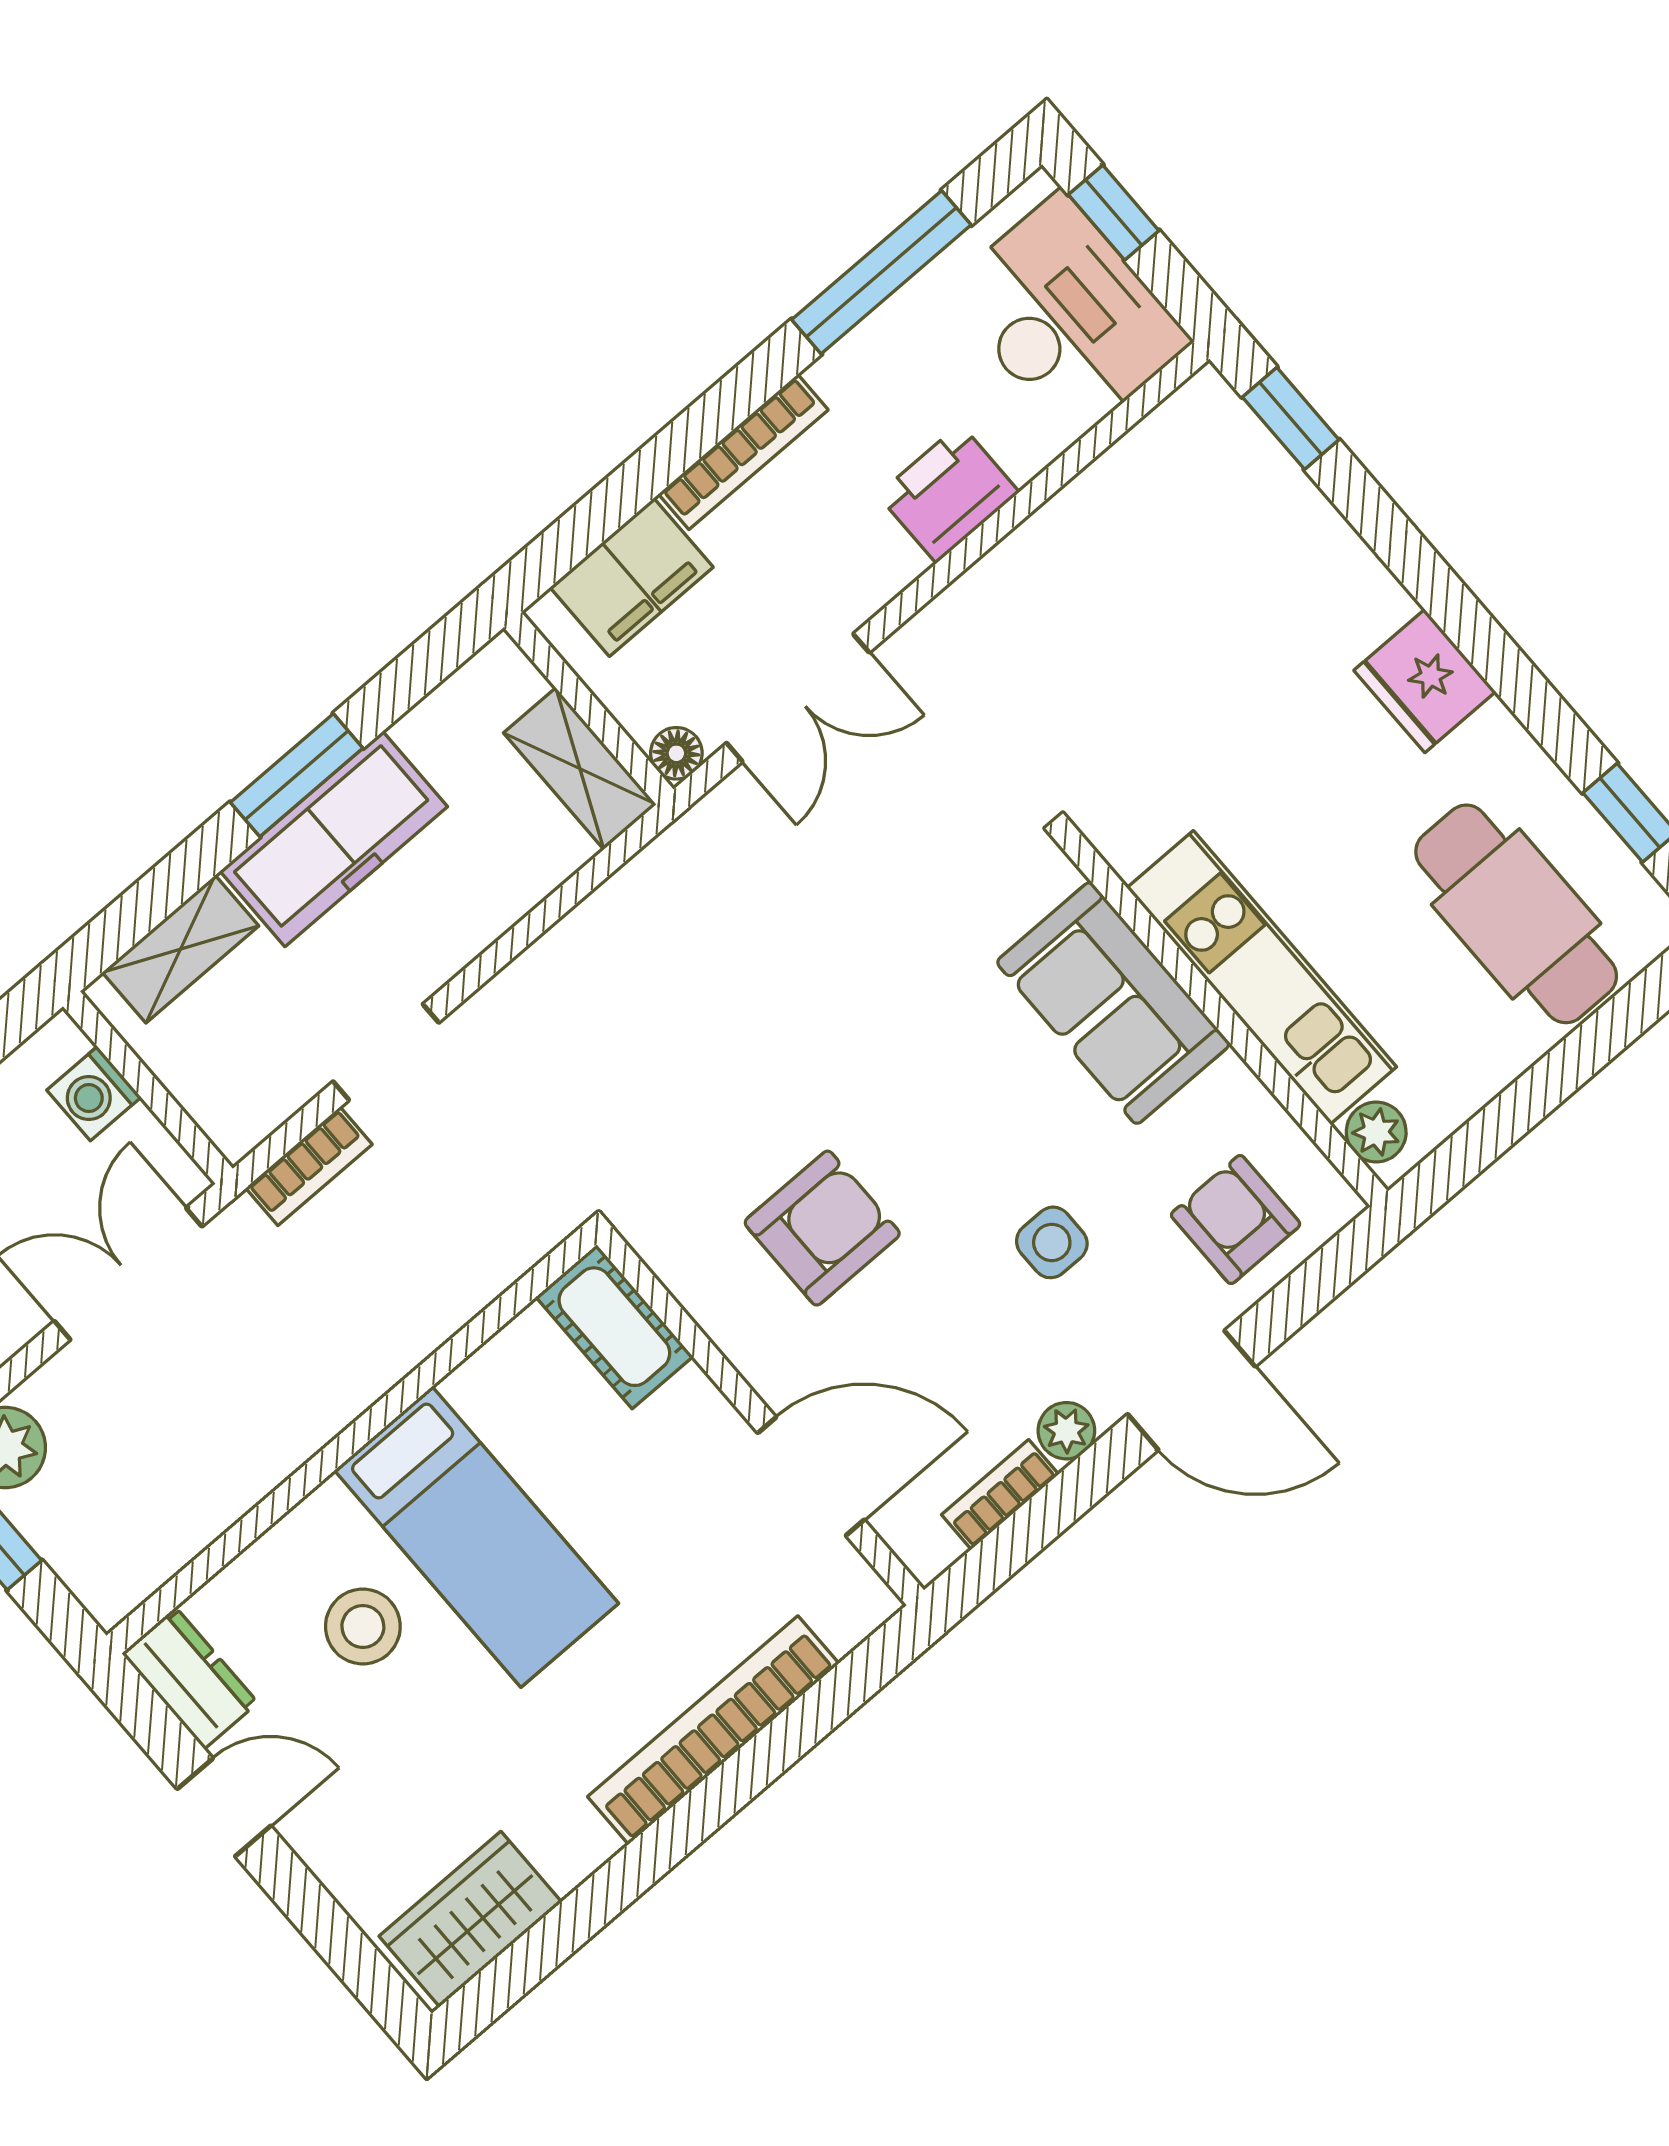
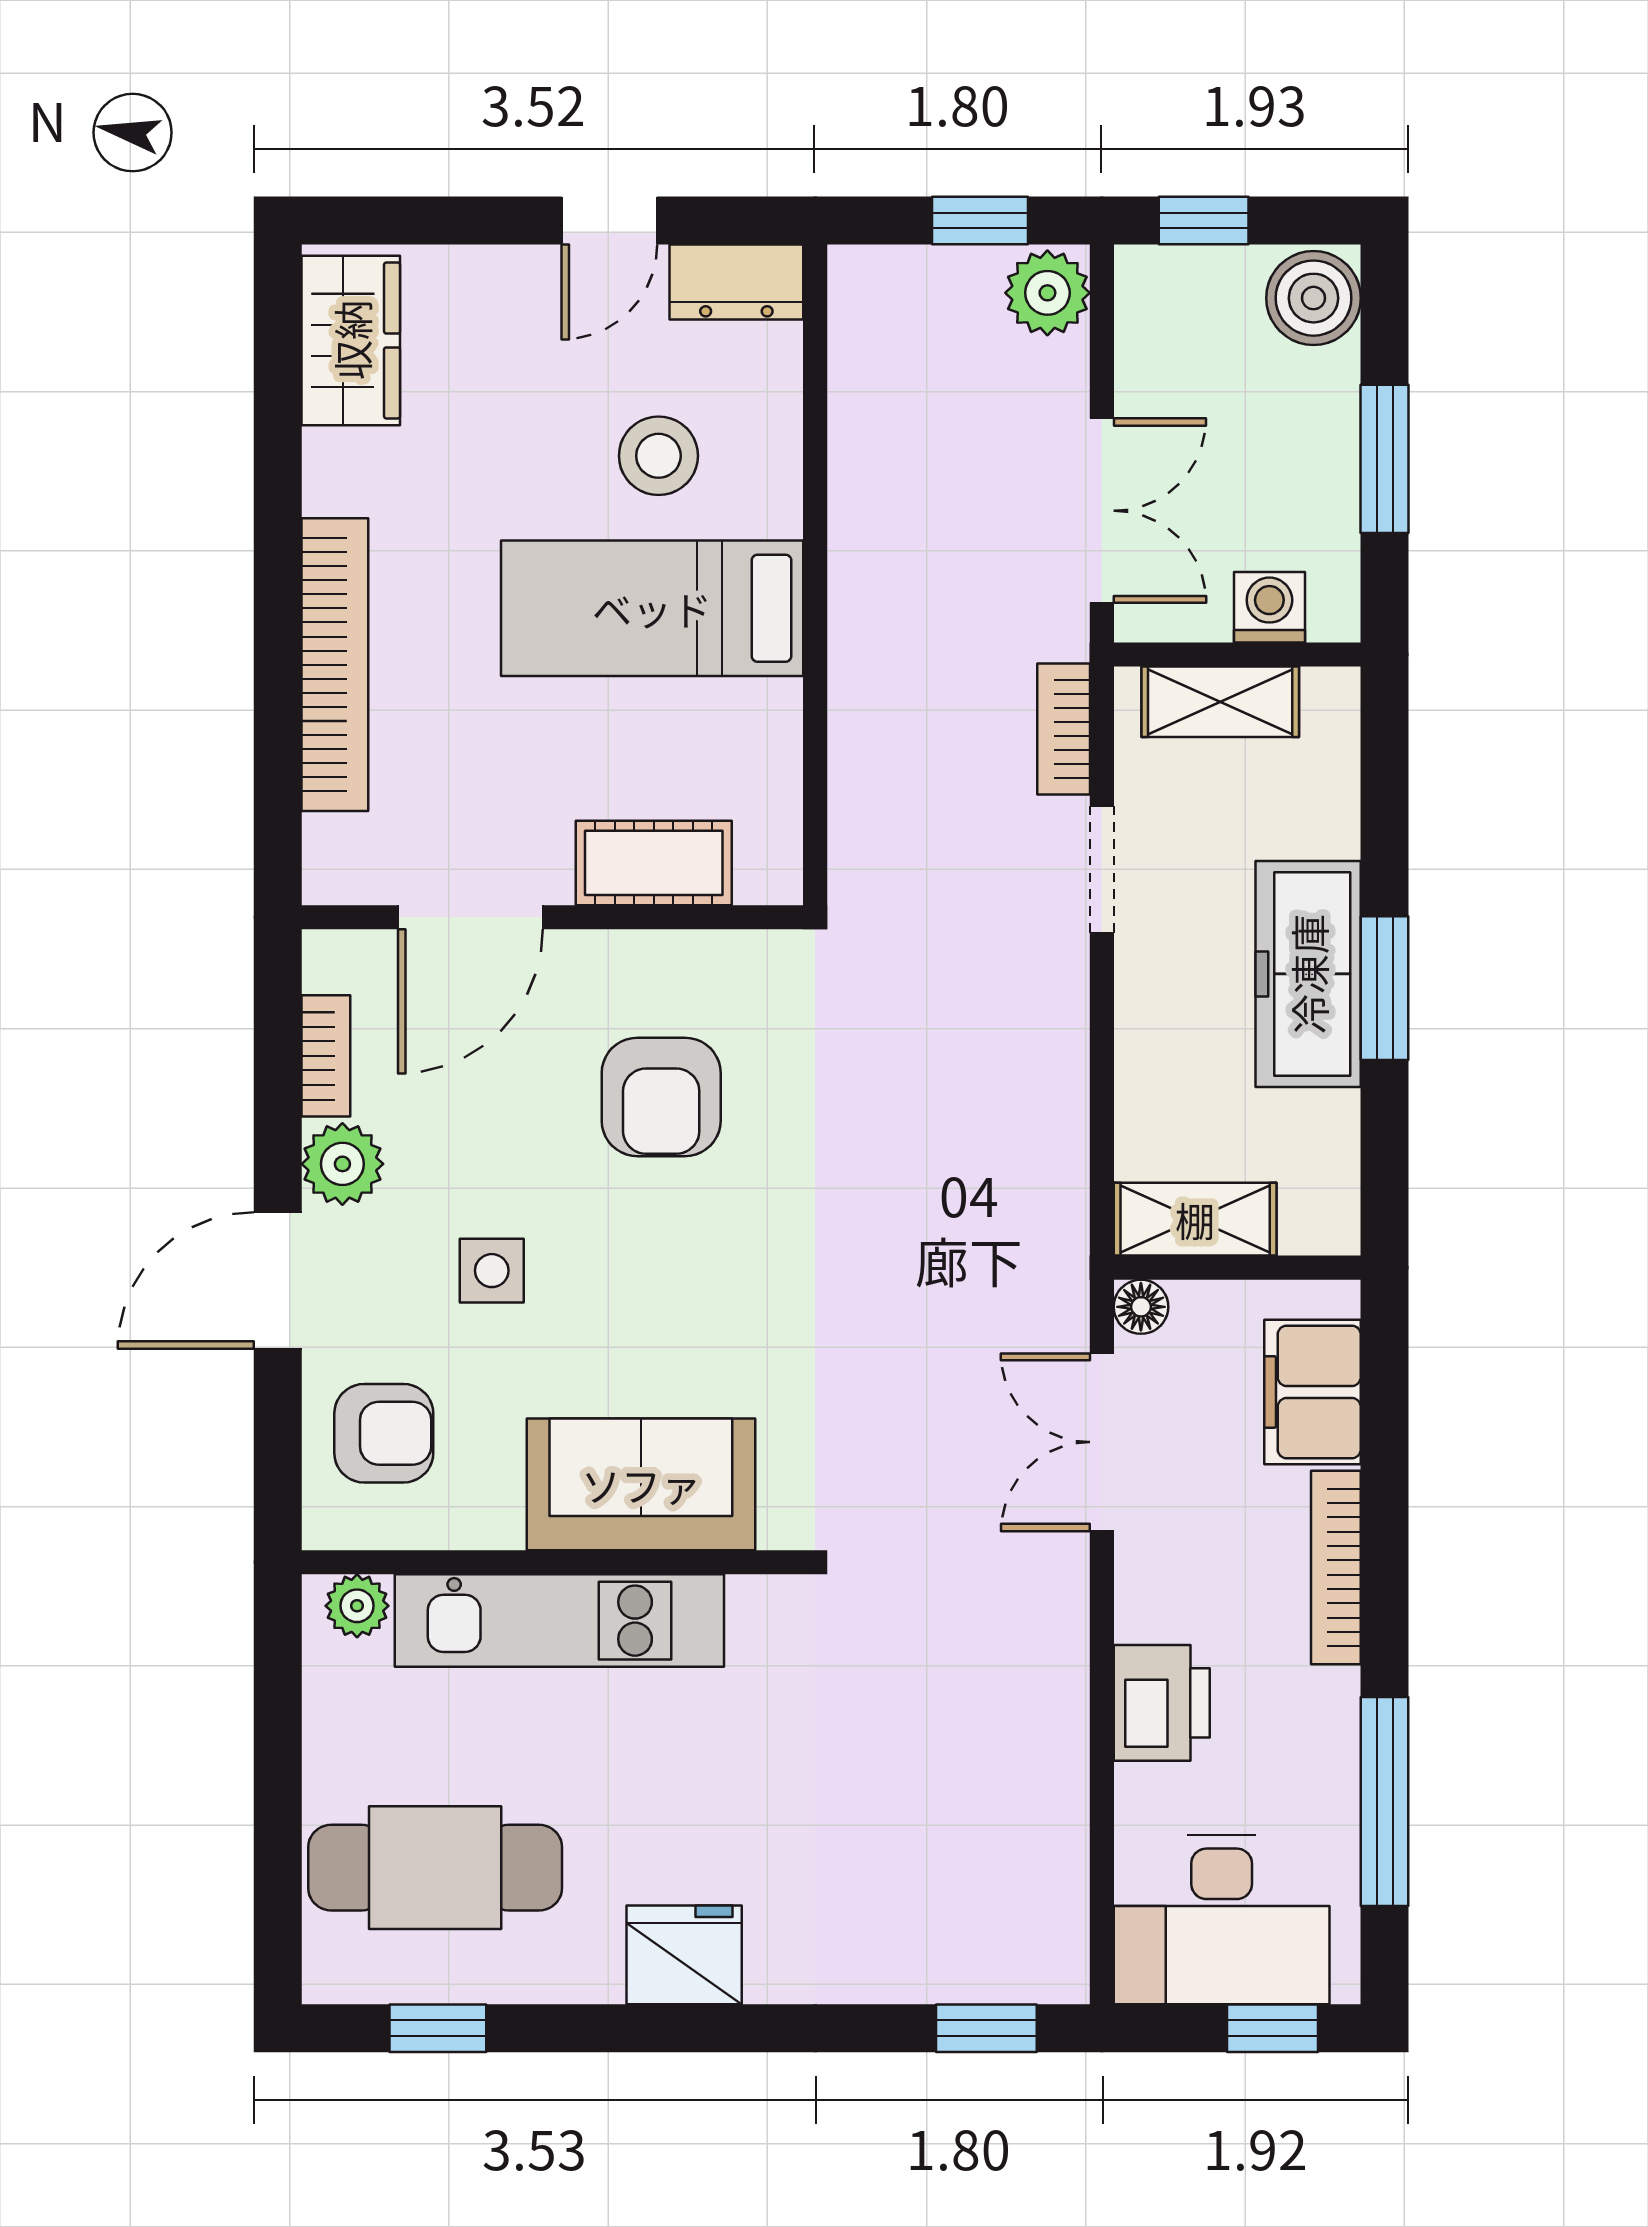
shelving: (181, 949) -> (1220, 702), moved, turned 90
cot: (614, 1327) -> (654, 863), moved
plant: (1066, 1431) -> (342, 1164), width x1.38, depth x1.38

